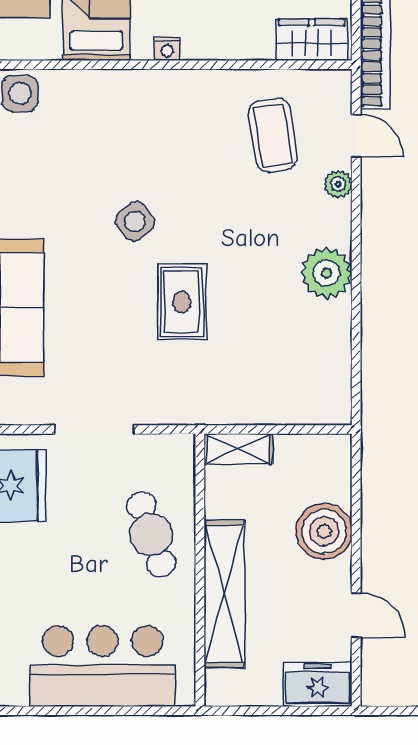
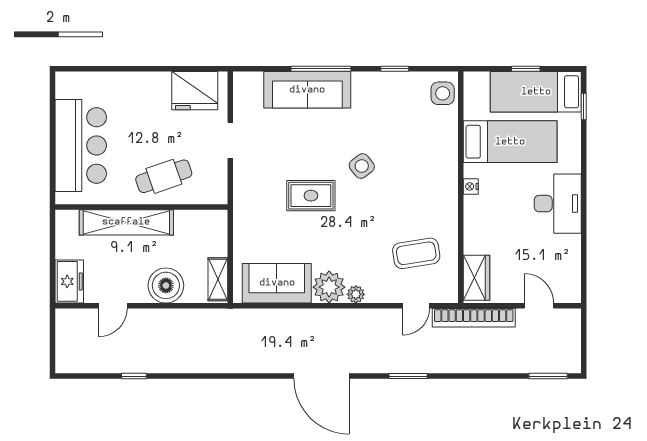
plant: (338, 184) -> (356, 294), moved
sofa: (320, 356) -> (277, 283), added
doorway: (94, 429) -> (230, 140), width x0.73
shelving: (238, 449) -> (218, 279), moved

